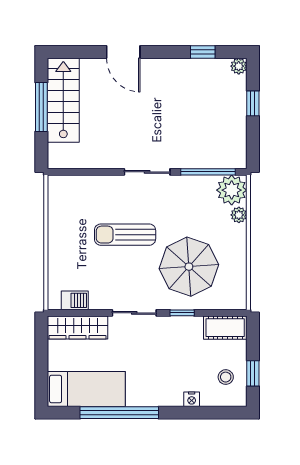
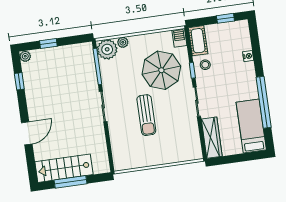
barbecue: (75, 300) -> (179, 38), moved
stool: (226, 377) -> (205, 65), moved

